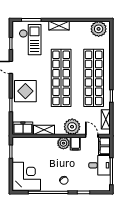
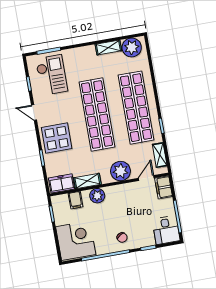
shelving: (59, 26) -> (108, 48), moved
door: (92, 136) -> (146, 178), hinge flipped
plant: (63, 143) -> (97, 196), moved
filing cabinet: (75, 144) -> (76, 200), moved
desk: (100, 165) -> (166, 230), moved, turned 90

